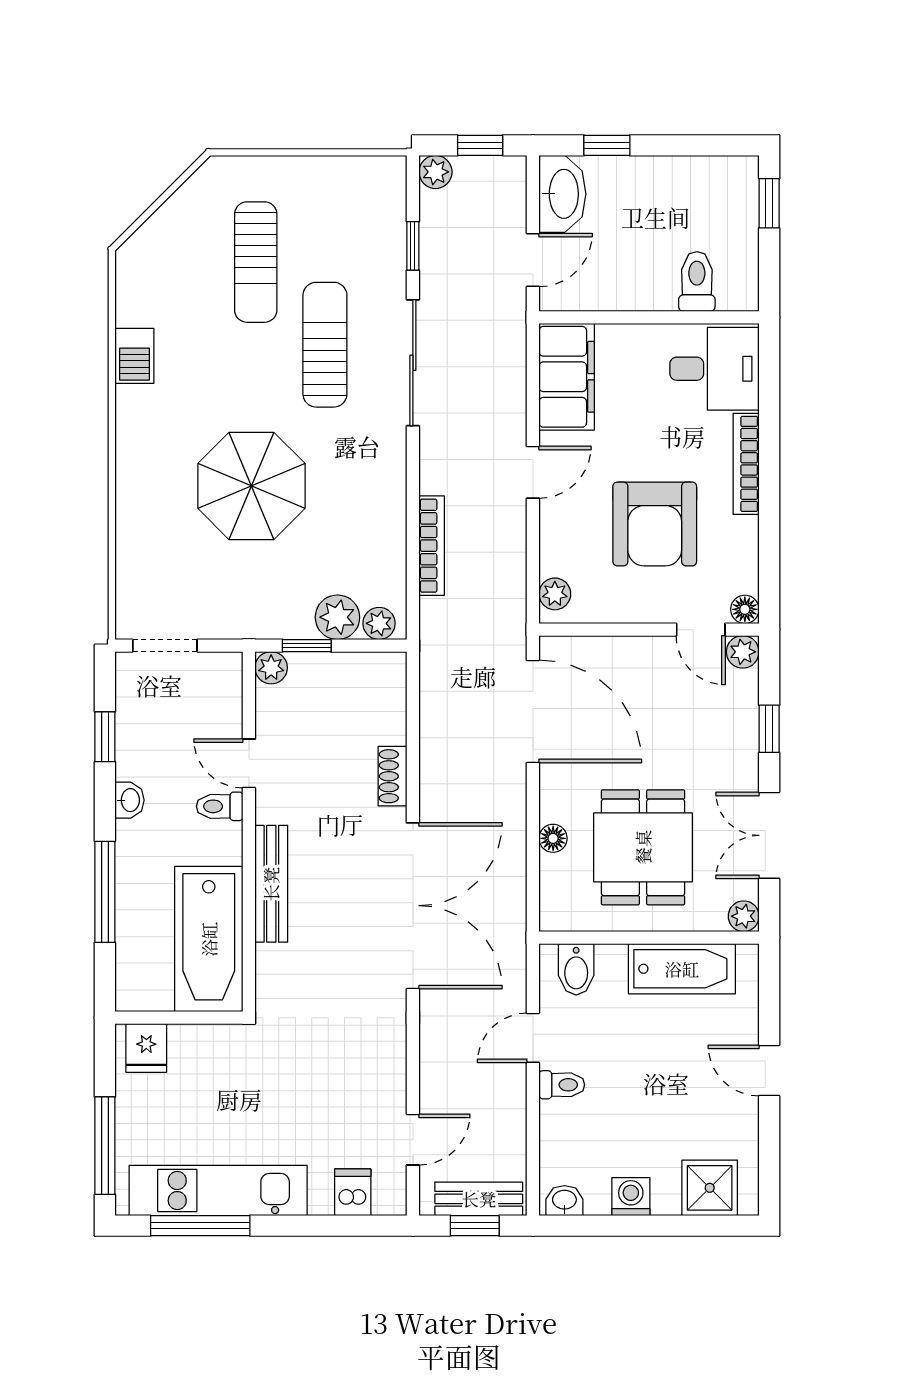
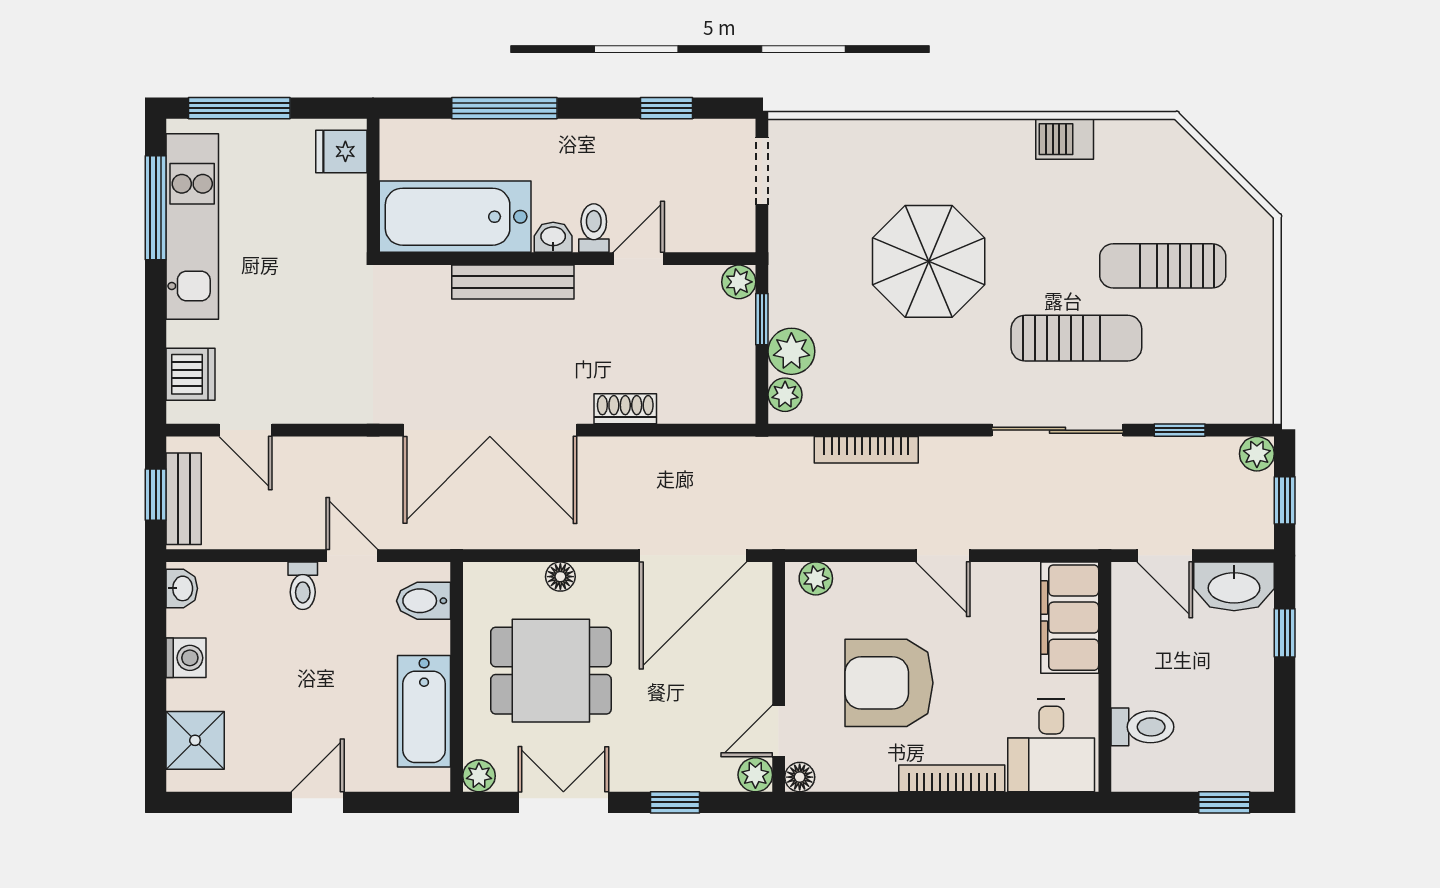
filing cabinet: (567, 377) -> (1070, 618), moved, turned 90
washbasin: (129, 800) -> (553, 237), moved, turned 180
dishwasher: (353, 1192) -> (190, 374), width x1.38

